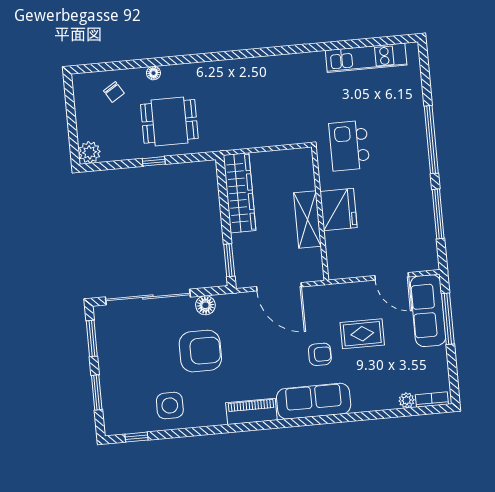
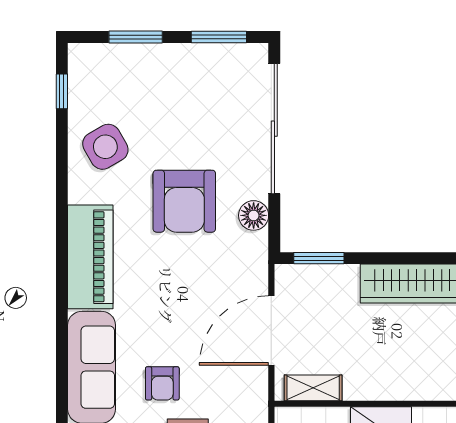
shelving: (307, 219) -> (313, 388), moved, width x0.67, depth x0.75
side table: (170, 406) -> (105, 147), turned -30
piano: (251, 411) -> (90, 257), width x1.37, depth x1.33

